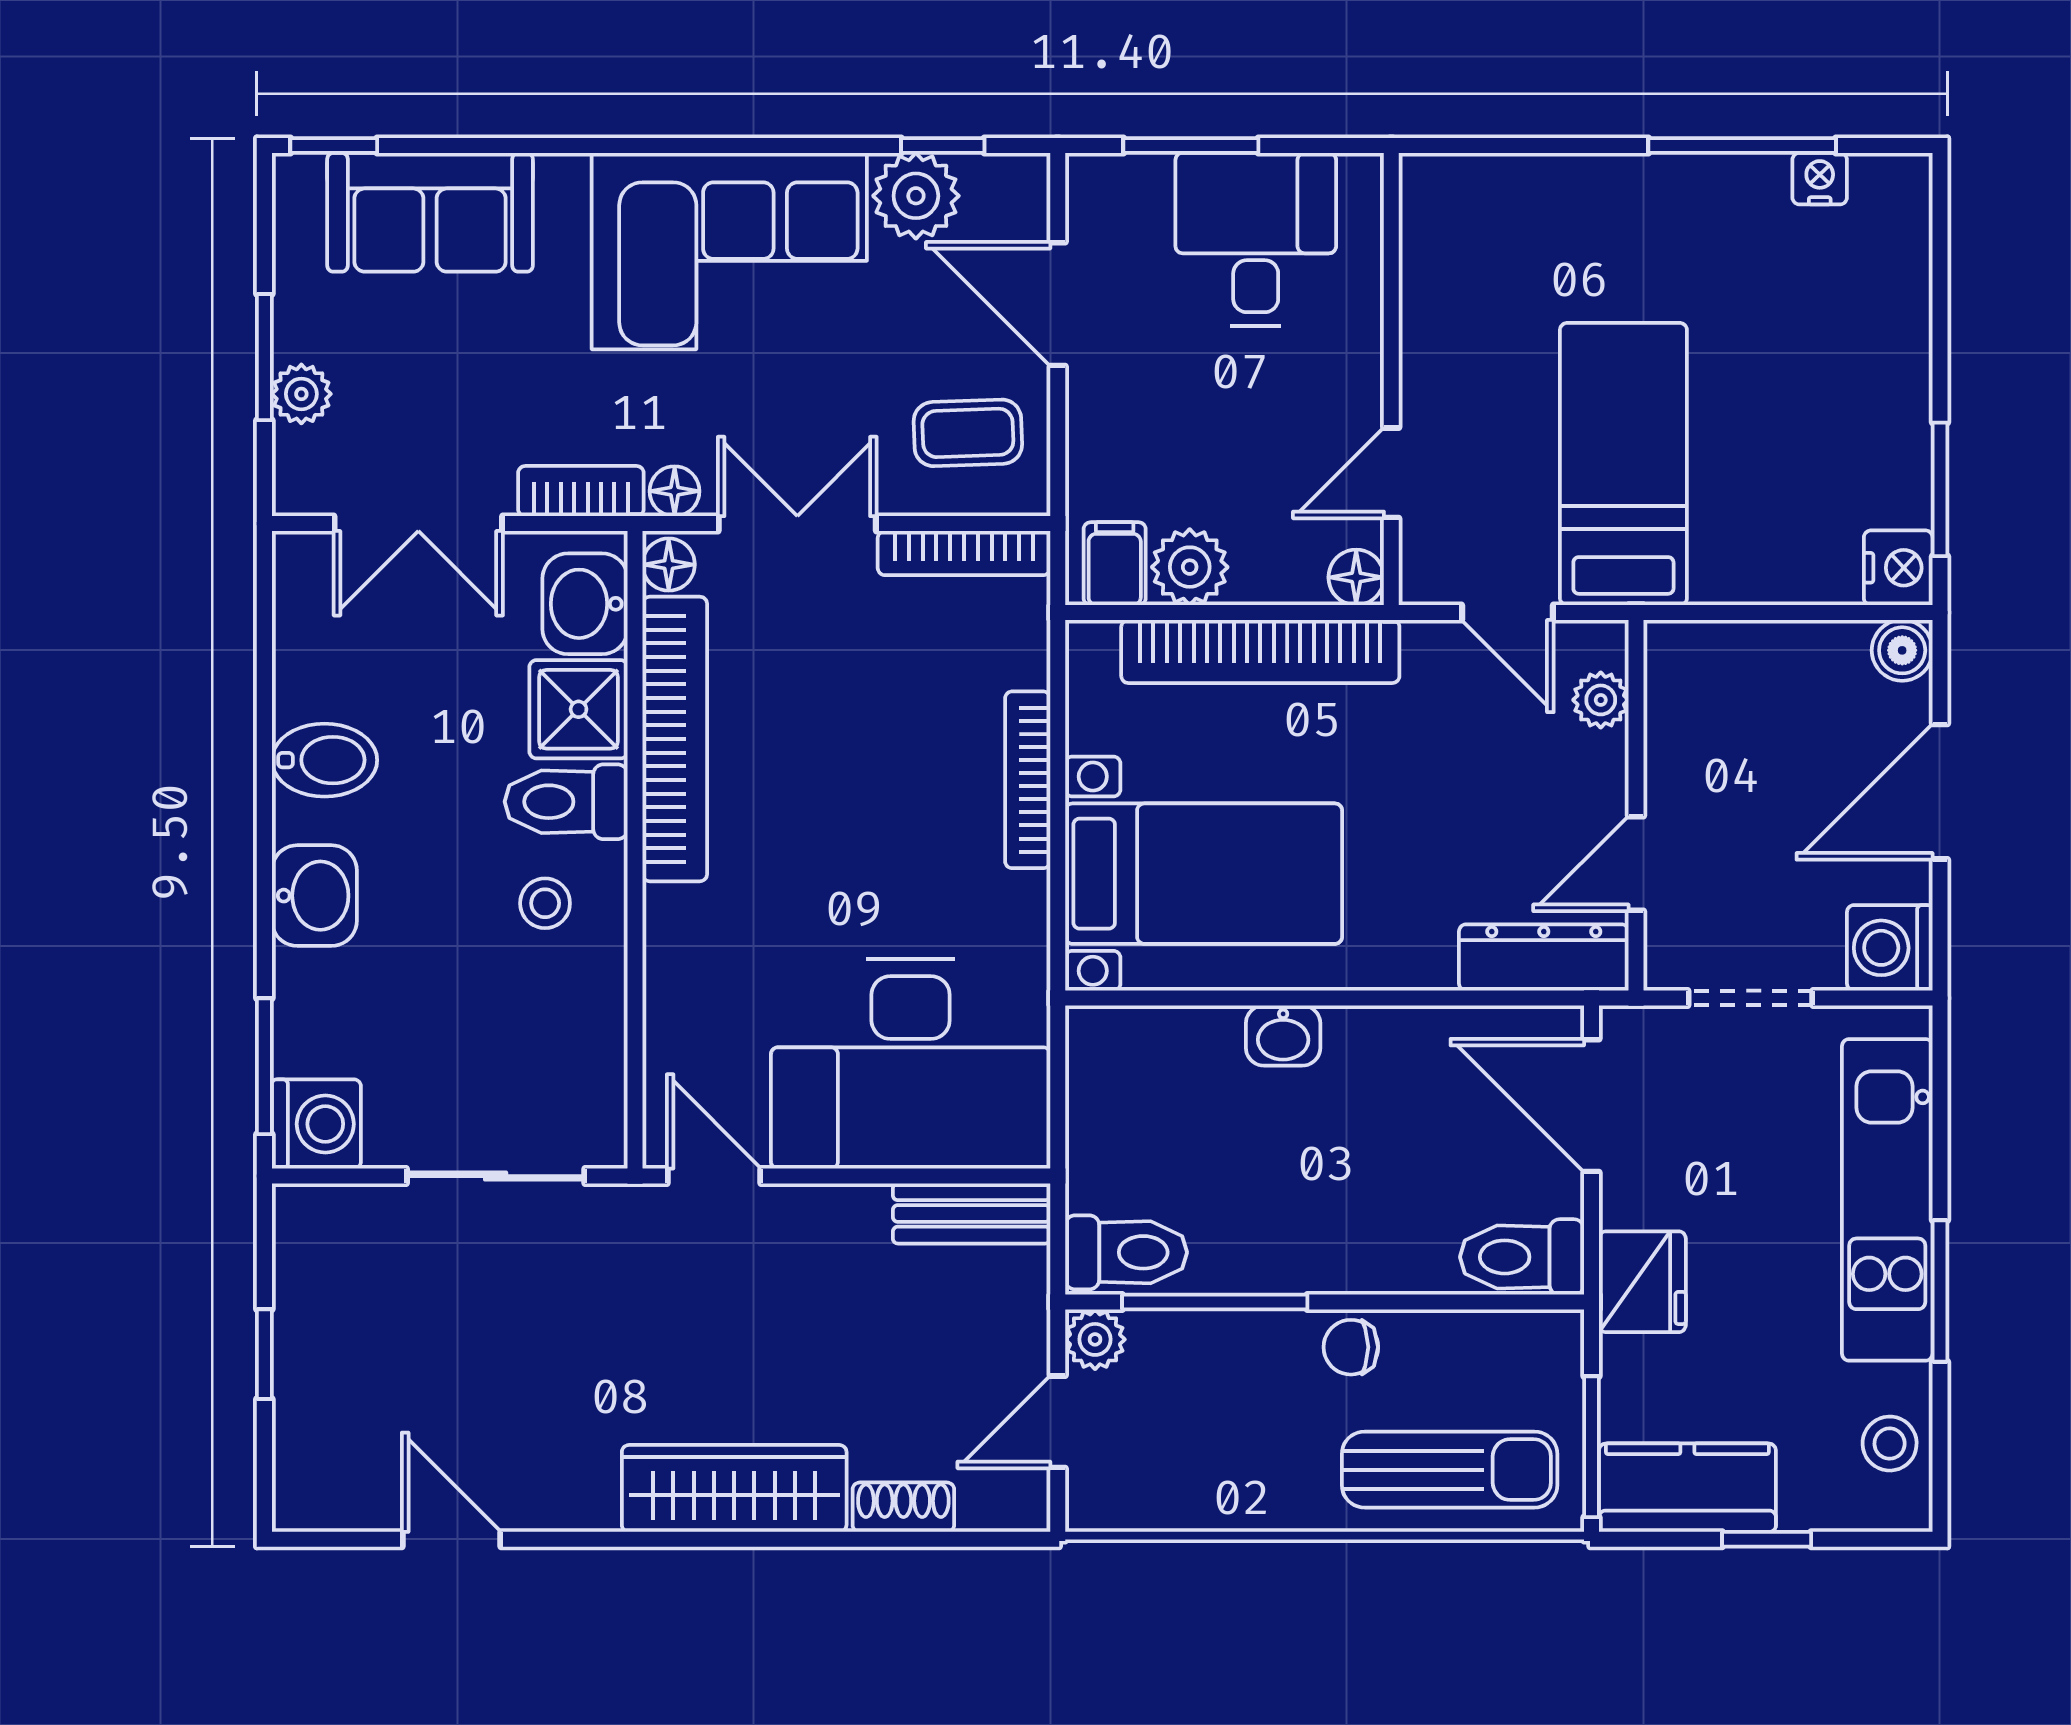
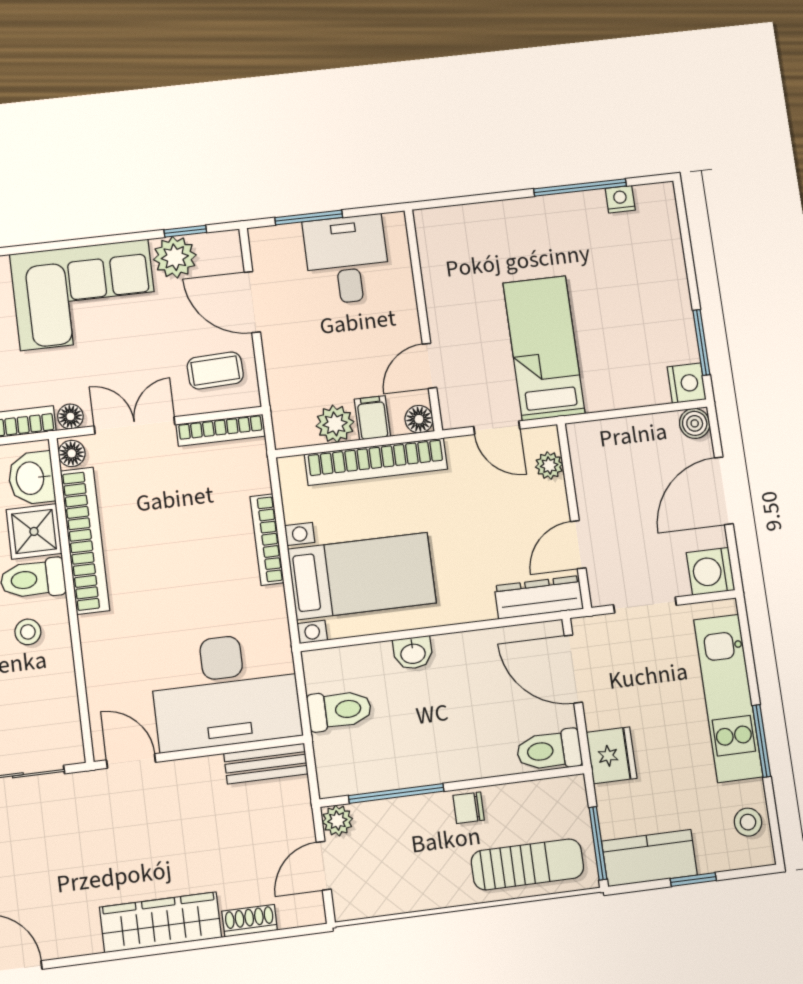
filing cabinet: (1115, 564) -> (372, 418), moved
toilet: (1126, 1252) -> (339, 710), moved

